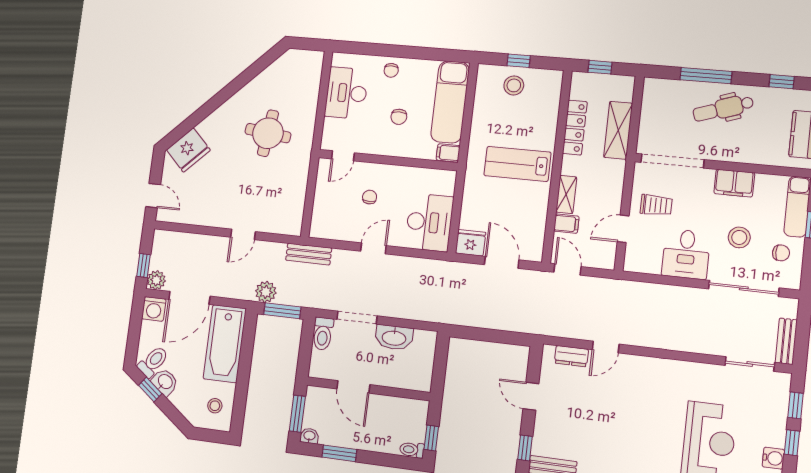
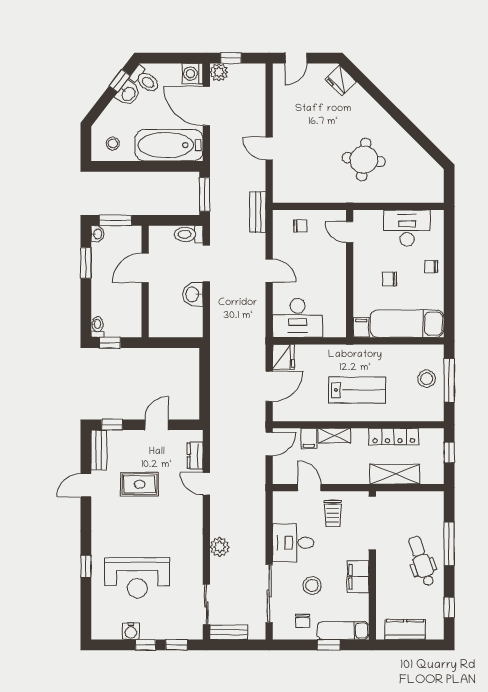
window: (519, 61) -> (449, 380), width x2.17
fridge: (188, 150) -> (341, 80), width x0.73, depth x0.75
lab bench: (517, 164) -> (357, 390), turned 90
chair: (370, 197) -> (300, 226), moved
plant: (266, 292) -> (220, 547), moved
washbasin: (394, 337) -> (193, 294), width x0.72
rug: (598, 425) -> (140, 484), added

